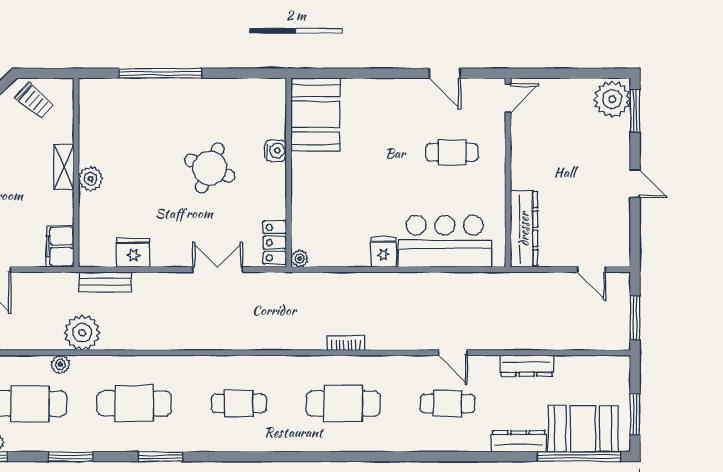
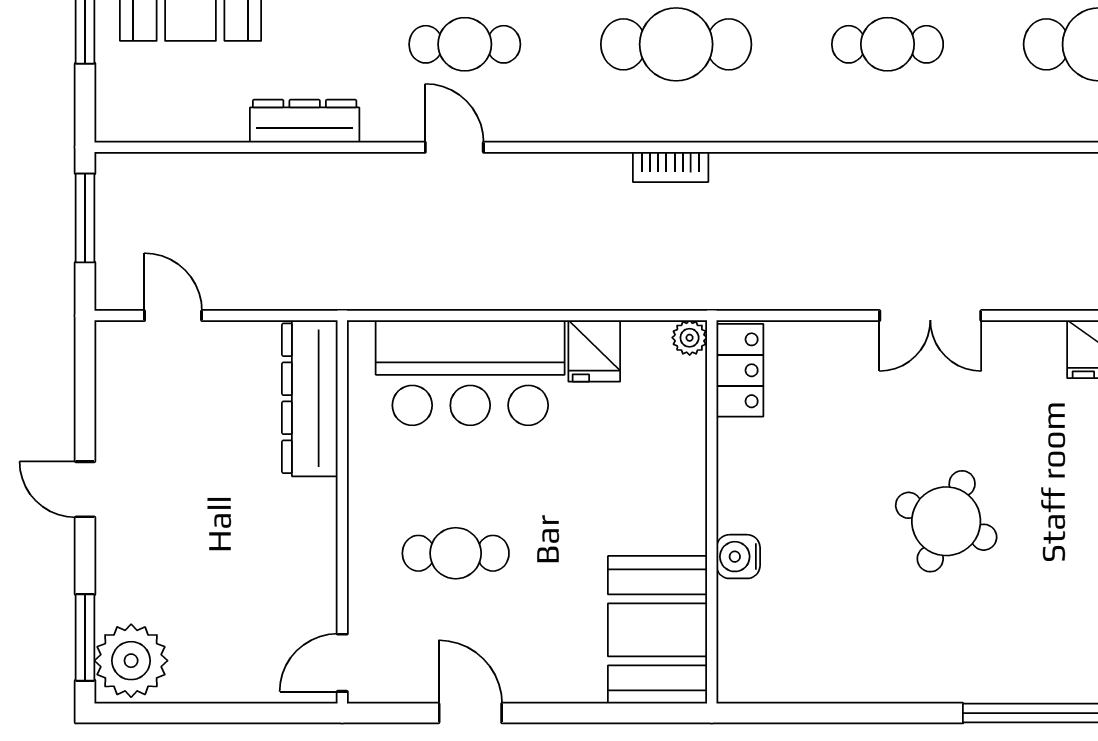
booth: (315, 114) -> (657, 630), moved
water cooler: (275, 151) -> (738, 557), moved
wall: (289, 173) -> (712, 512), moved
locker: (275, 243) -> (740, 370), moved
plant: (300, 259) -> (690, 338), moved

